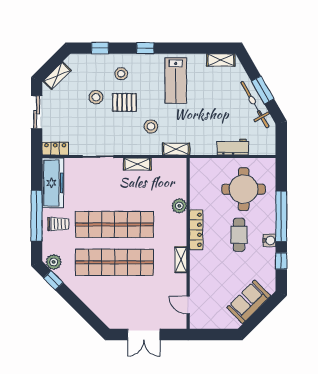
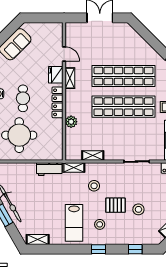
stool: (121, 74) -> (100, 224), moved
lab bench: (176, 81) -> (74, 223), turned 180
workbench: (233, 147) -> (49, 169), moved
shelving: (137, 164) -> (93, 155), moved
fridge: (198, 264) -> (56, 75), added
door: (188, 305) -> (64, 54), moved

